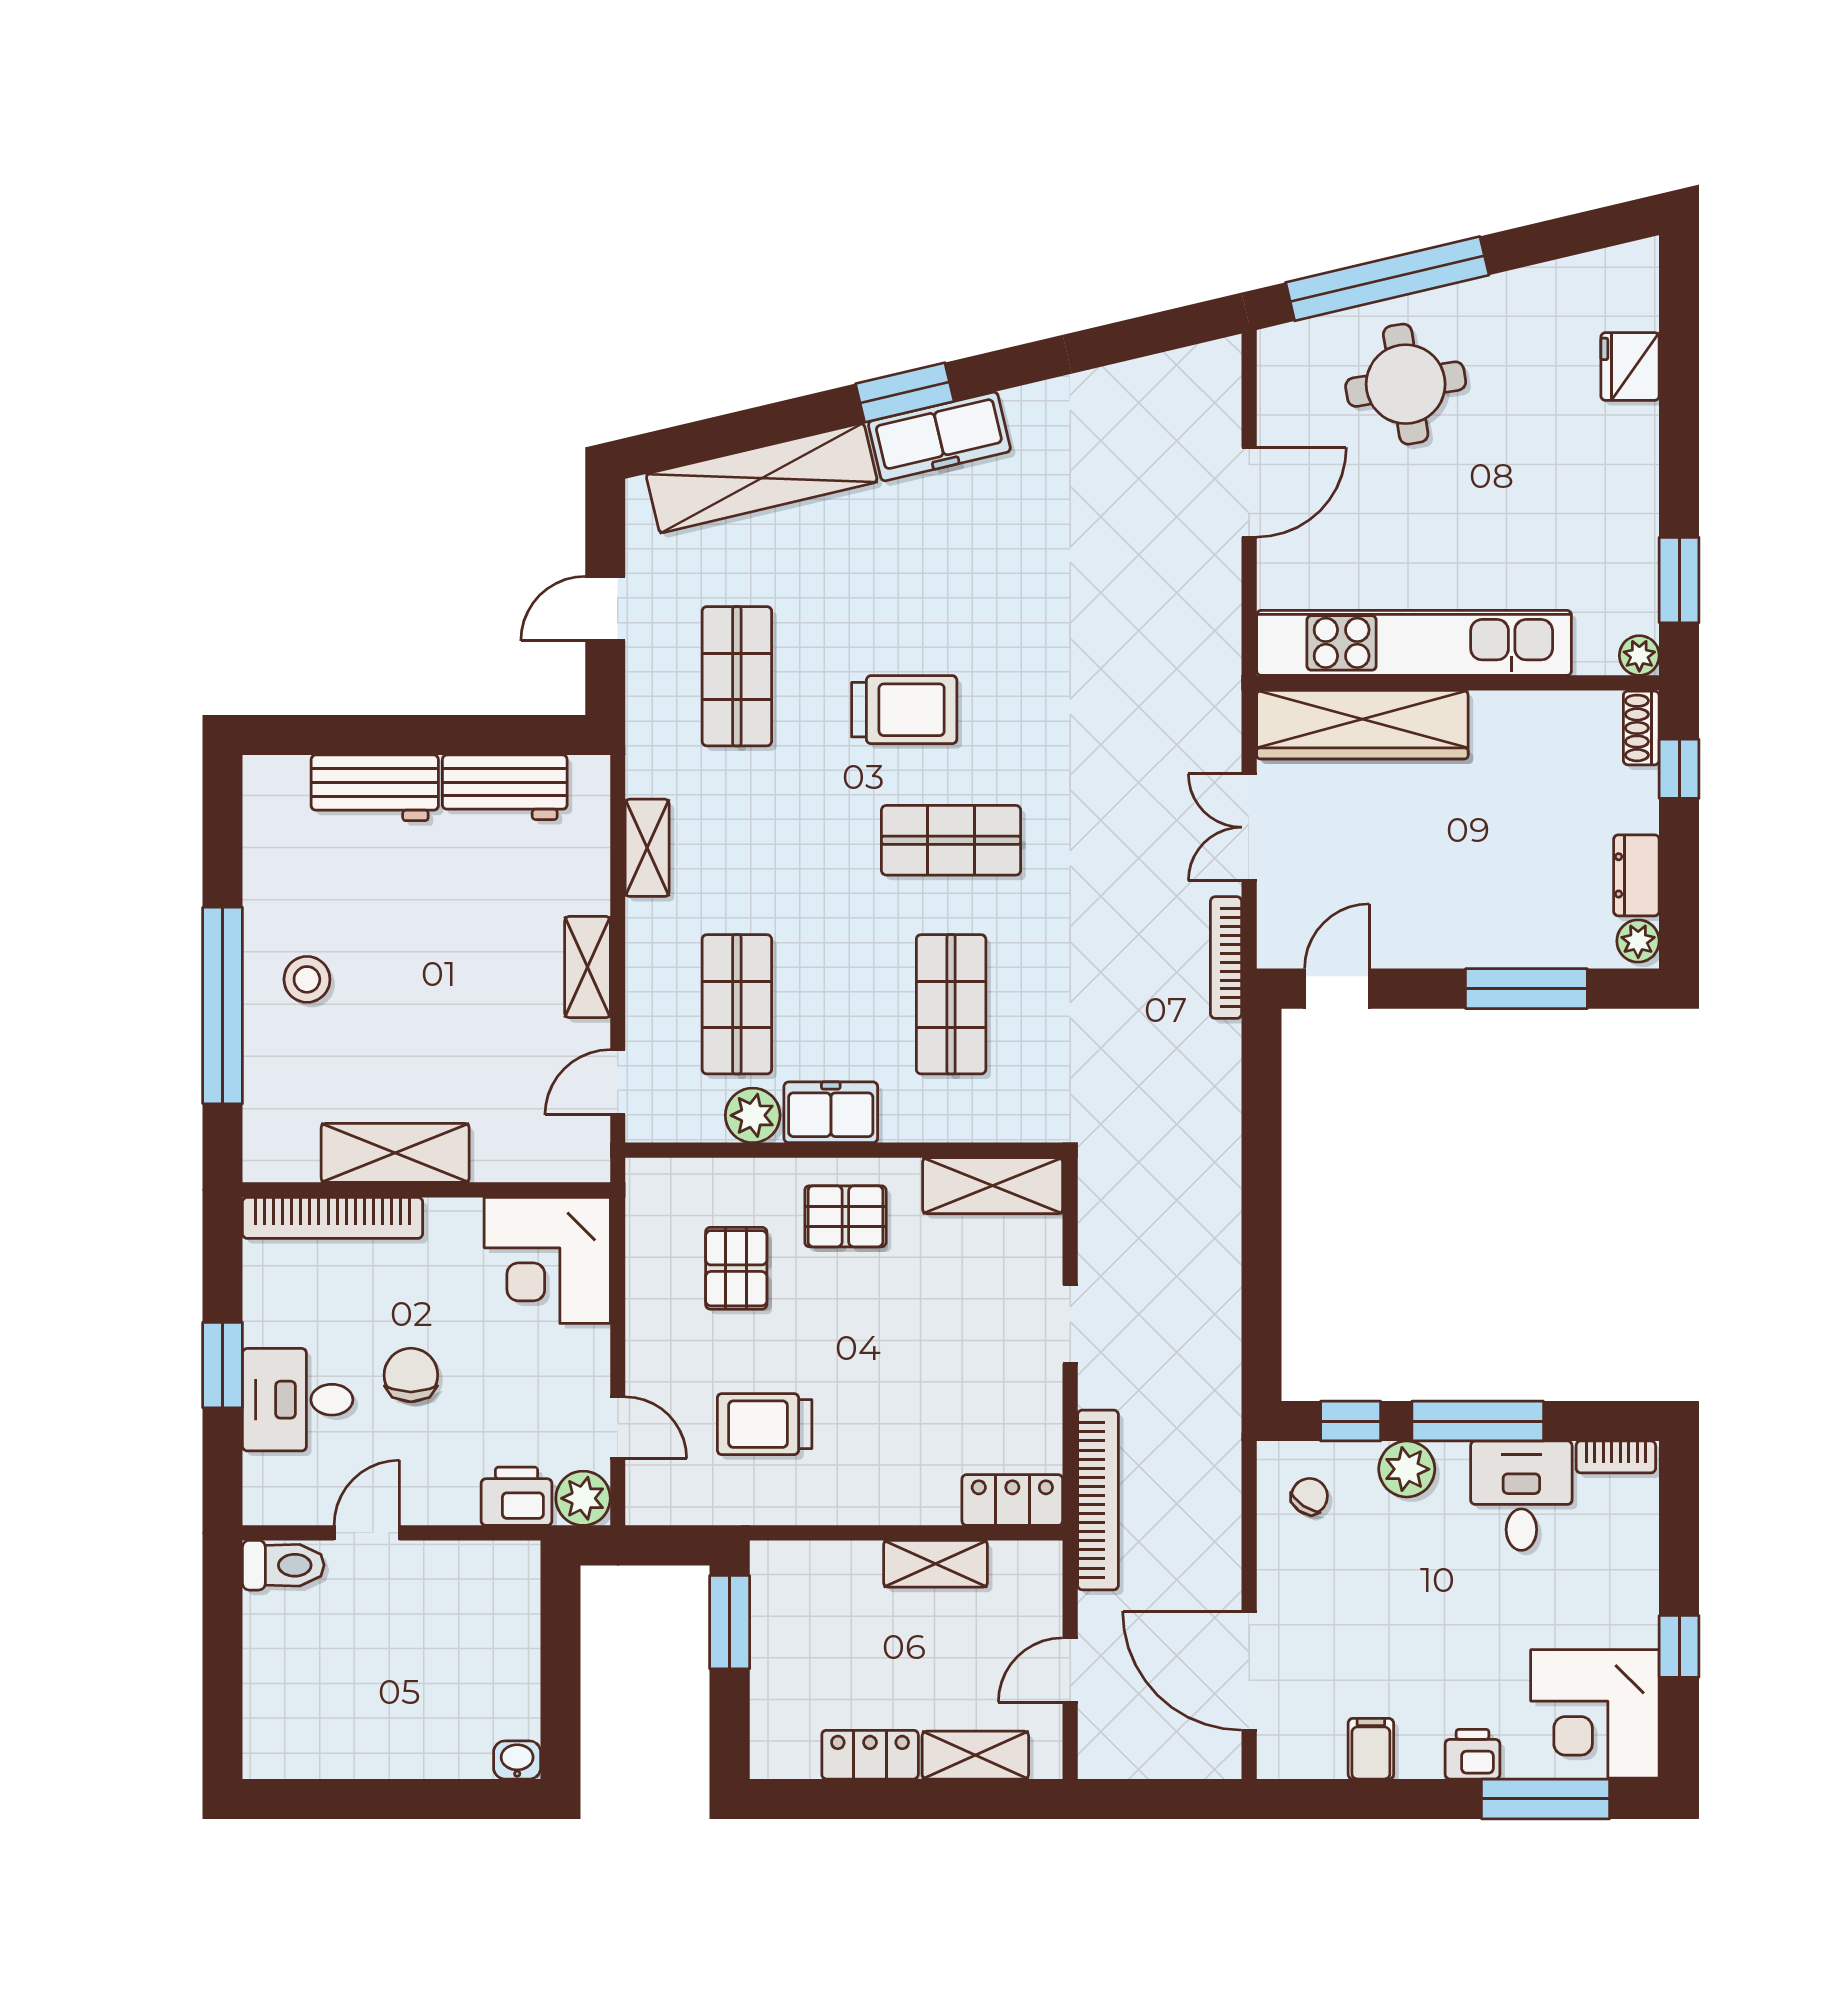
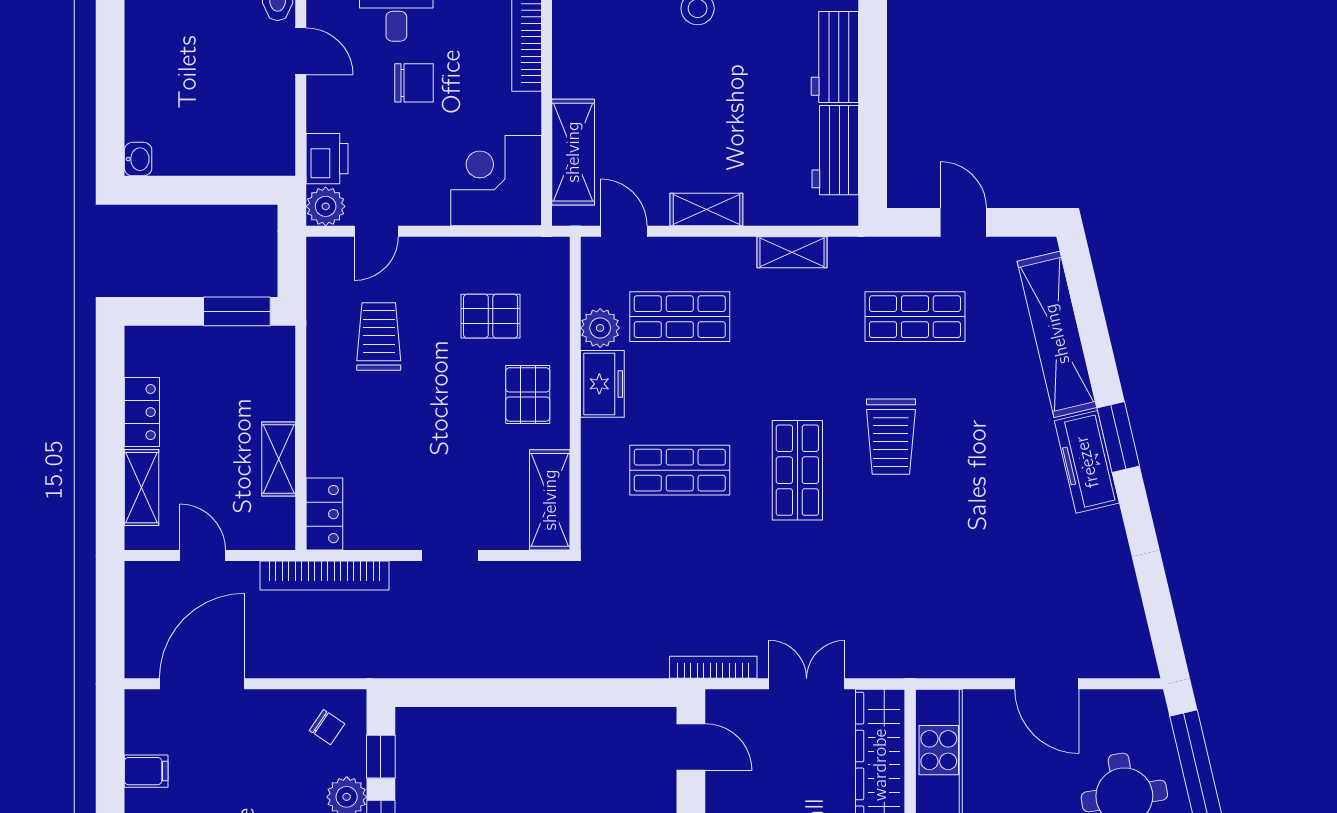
shelving: (395, 1153) -> (573, 152), moved

